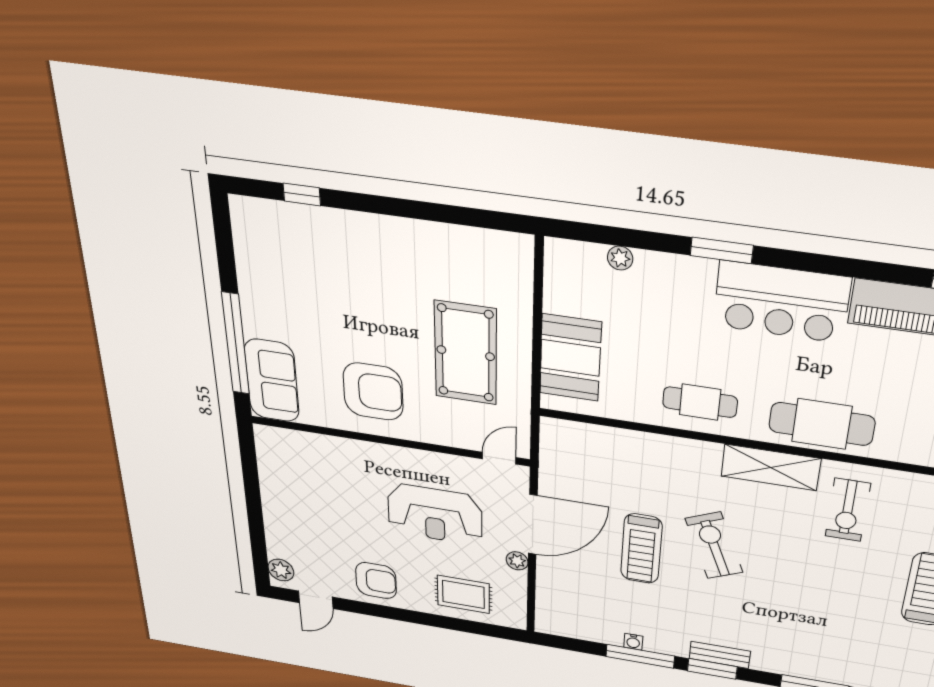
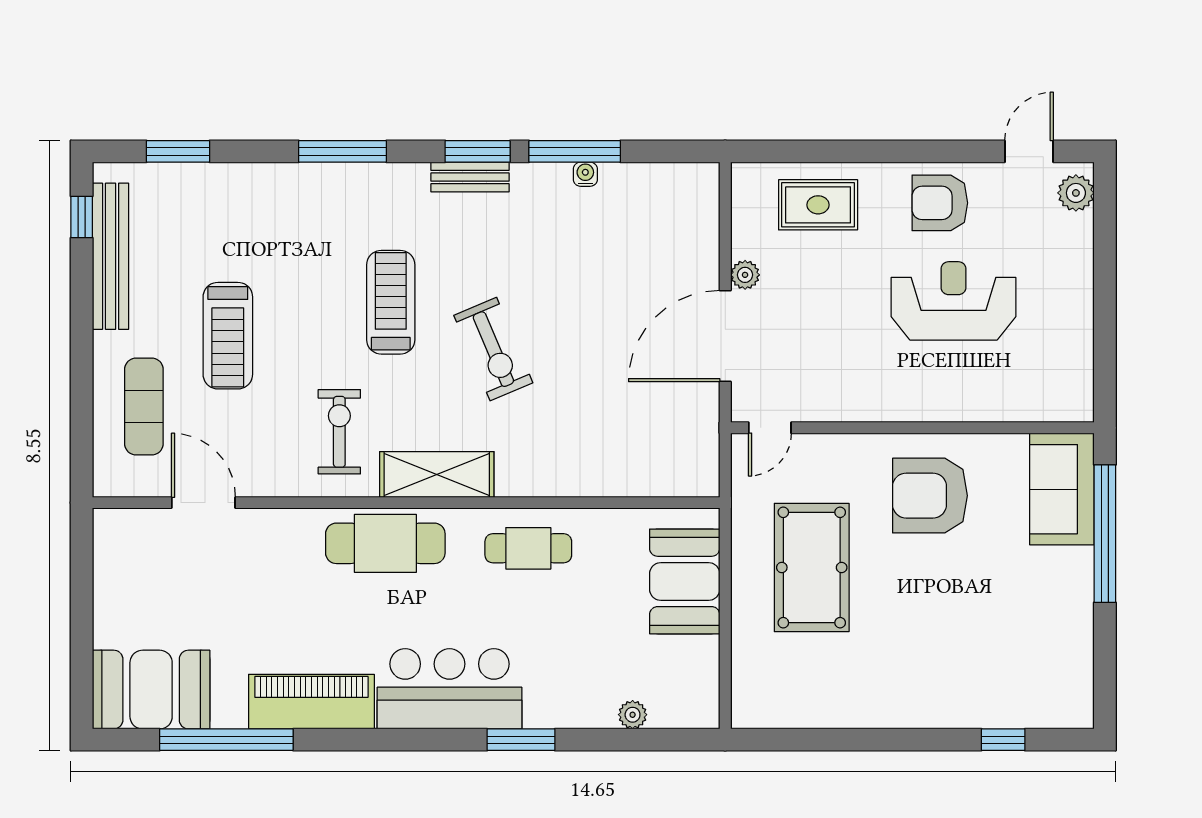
reception desk: (435, 514) -> (954, 301), moved
treadmill: (641, 549) -> (391, 302), moved

